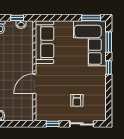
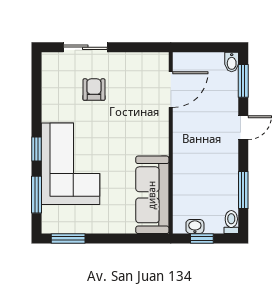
corner sofa: (90, 43) -> (70, 164), moved
door: (34, 84) -> (171, 90), moved
window: (53, 124) -> (138, 47), removed

